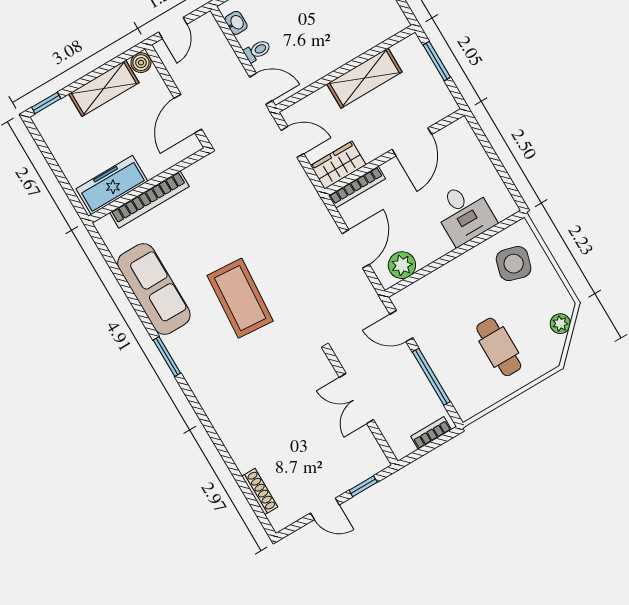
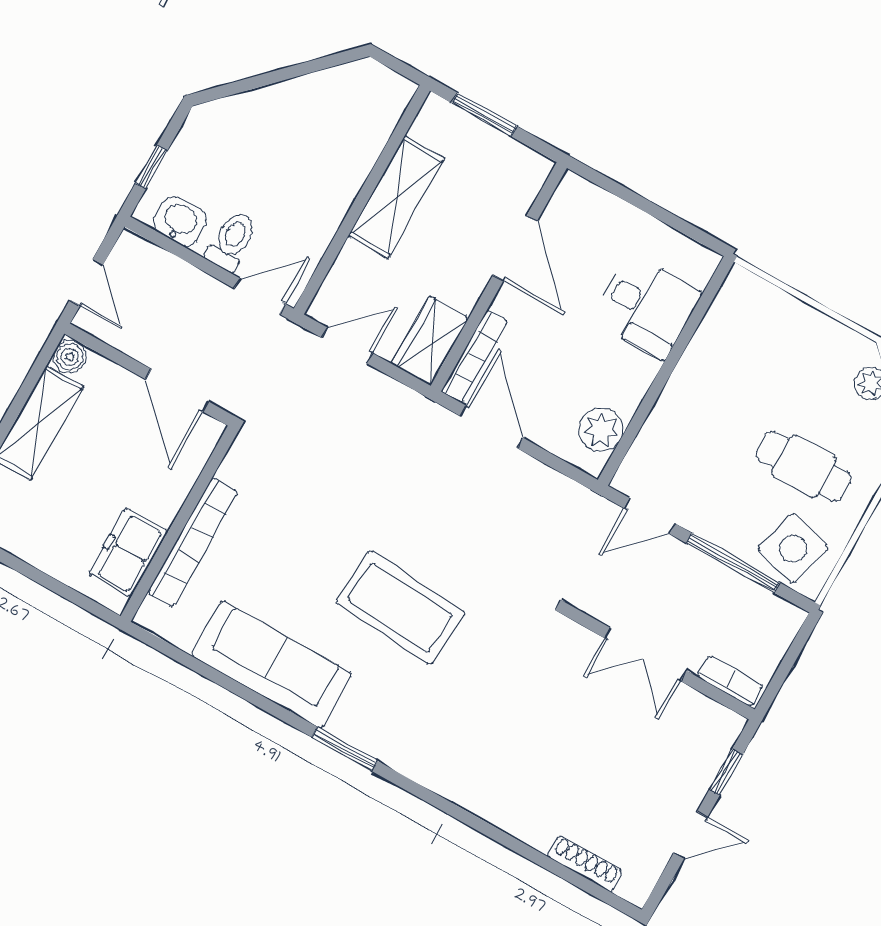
washbasin: (236, 23) -> (180, 221), width x1.38, depth x1.45
toilet: (257, 51) -> (232, 241), width x1.37, depth x1.39
freezer: (112, 185) -> (128, 552), width x0.71
door: (356, 249) -> (492, 427), moved
side table: (514, 264) -> (793, 548), moved
bookcase: (431, 433) -> (730, 681), moved, turned 90

